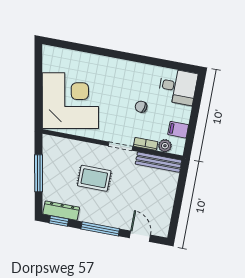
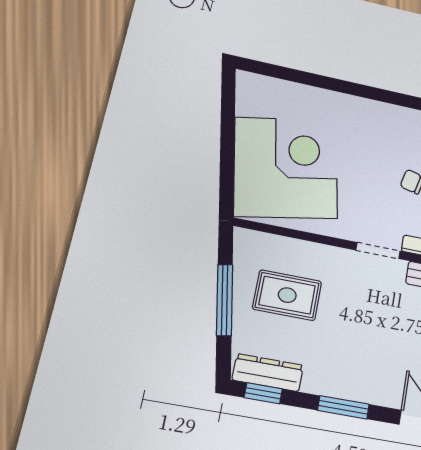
rug: (94, 178) -> (287, 295), moved
window: (100, 229) -> (343, 407), width x0.69

